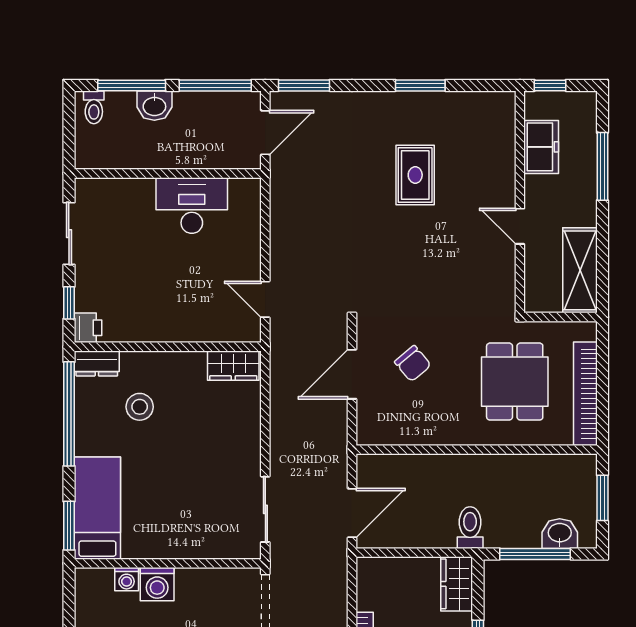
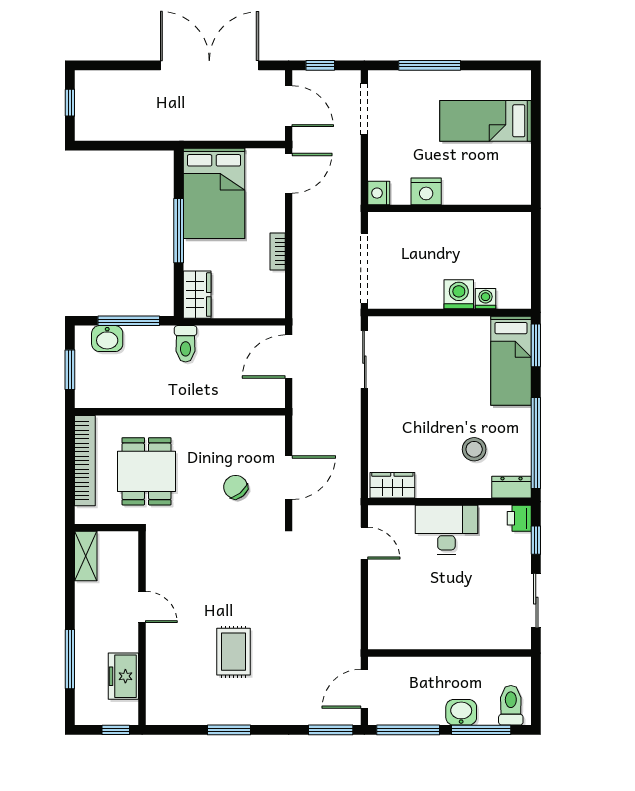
toilet: (94, 107) -> (511, 705), width x1.37, depth x1.39
desk: (192, 205) -> (446, 530), moved, turned 180
shelving: (580, 270) -> (86, 556), width x0.67, depth x0.75

